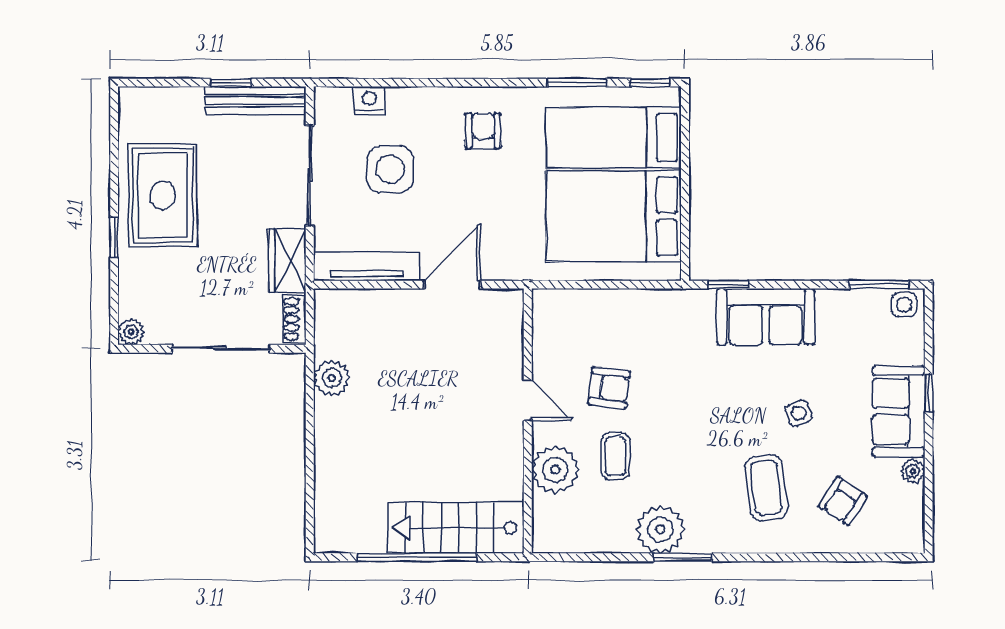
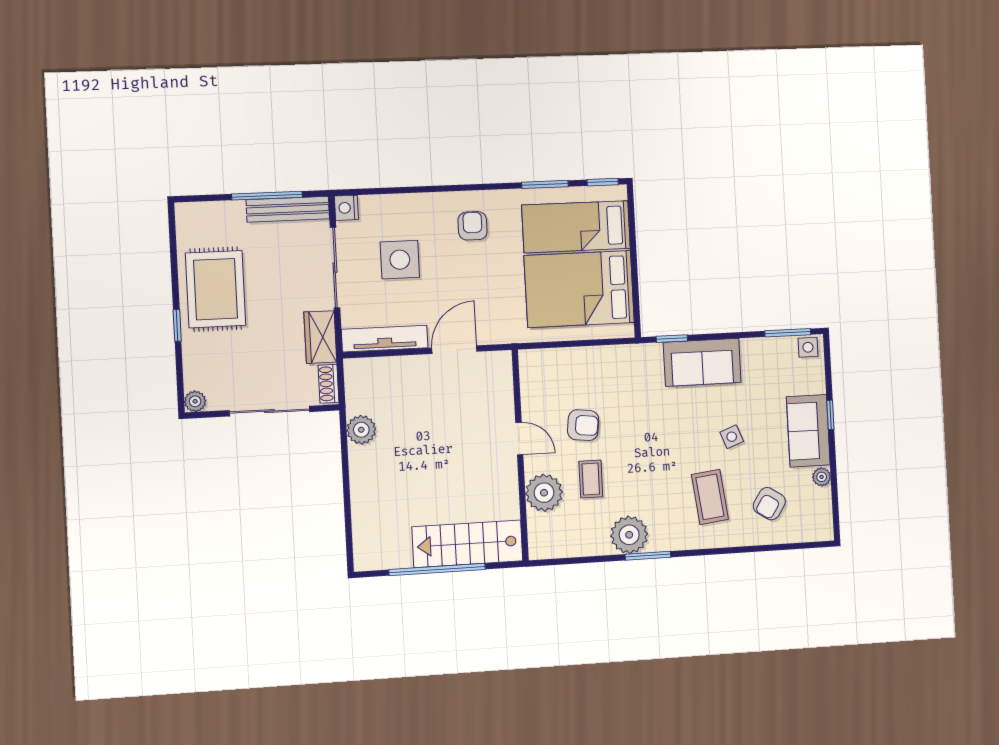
window: (231, 83) -> (267, 196), width x2.17
nightstand: (369, 101) -> (346, 208), moved, turned -90

